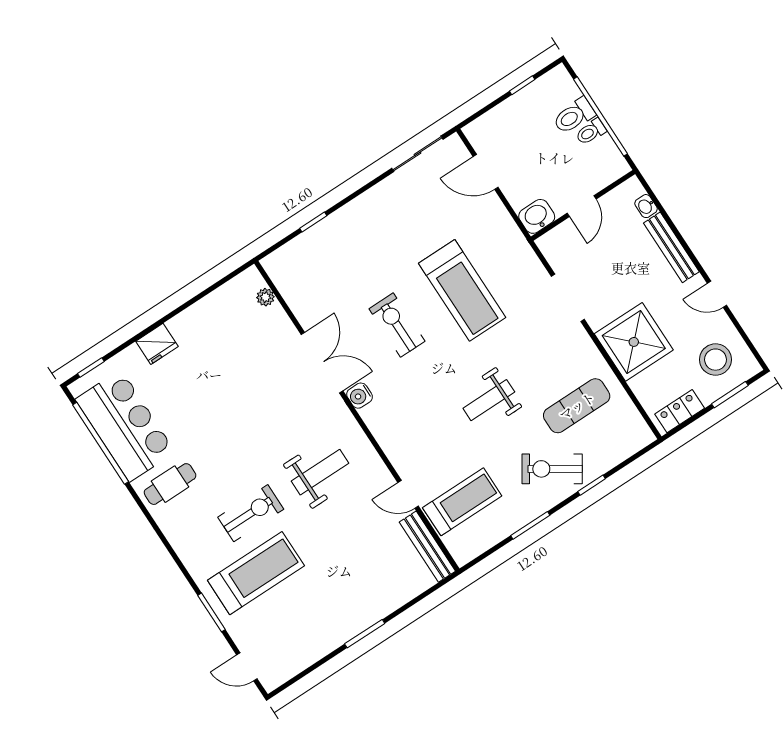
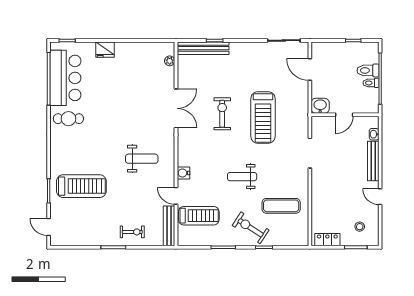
bench: (303, 245) -> (203, 48), added
shower: (634, 342) -> (327, 194), removed
stool: (715, 360) -> (360, 227), width x0.53, depth x0.53
water cooler: (360, 396) -> (183, 173), moved
exercise bike: (251, 513) -> (132, 232), moved, width x0.73, depth x0.72

